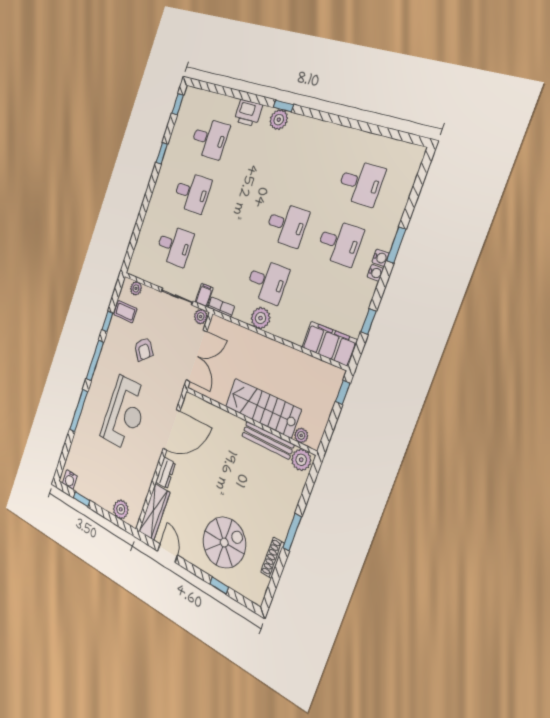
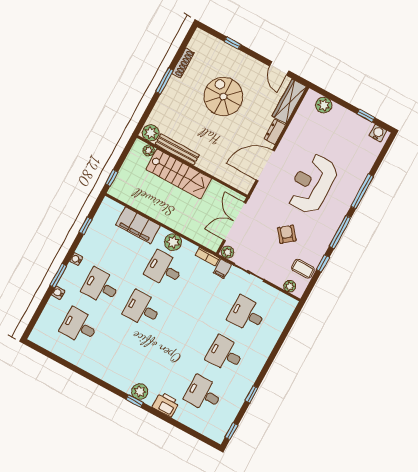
water cooler: (380, 258) -> (58, 293), moved
filing cabinet: (329, 344) -> (138, 225), moved
spiral stairs: (224, 542) -> (223, 96), moved, turned 90

